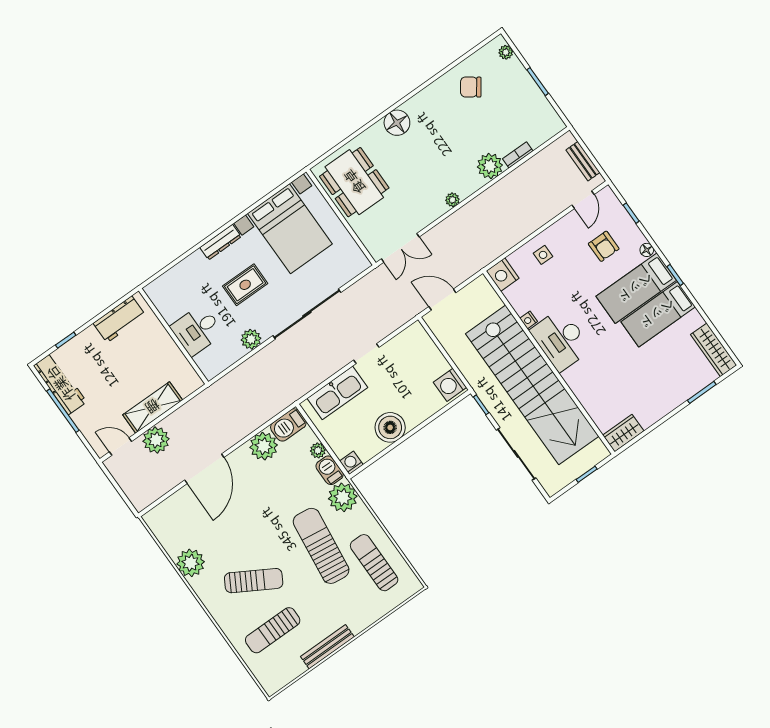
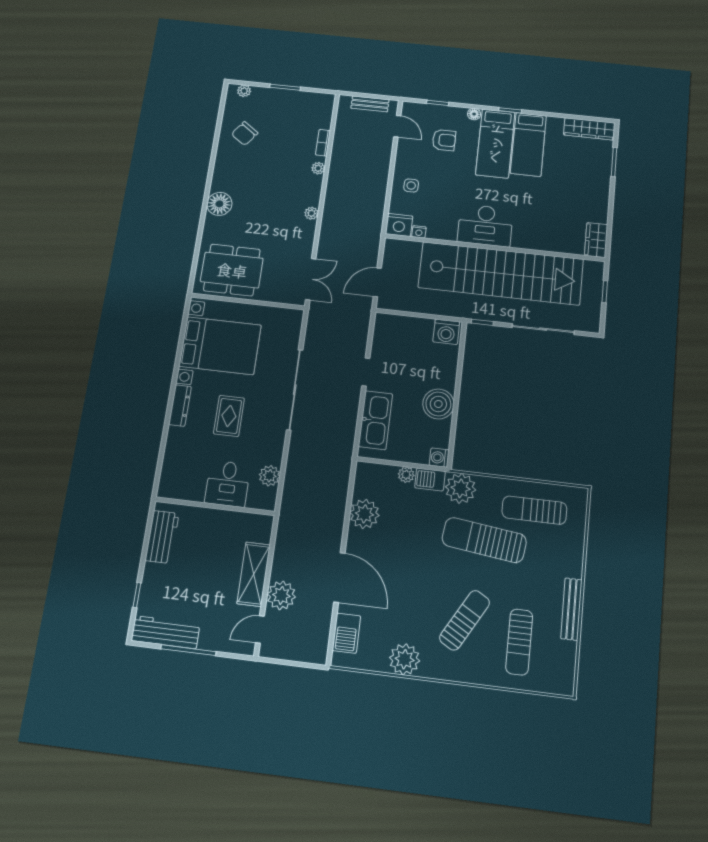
plant: (490, 166) -> (318, 168), width x0.53, depth x0.53
nightstand: (529, 320) -> (419, 232), moved
plant: (251, 339) -> (270, 476), moved
barbecue: (288, 425) -> (346, 633), moved

